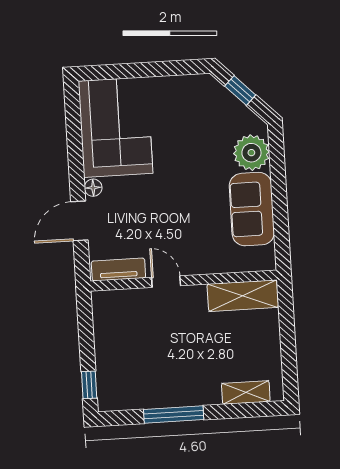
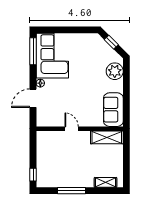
window: (73, 120) -> (33, 51), added
sofa: (252, 209) -> (113, 110), moved
tv unit: (118, 270) -> (50, 122), removed

